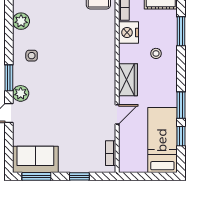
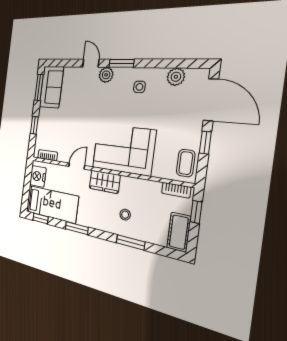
window: (181, 31) -> (130, 242), moved
nightstand: (129, 33) -> (38, 176), moved, turned -90
corner sofa: (93, 64) -> (123, 149), added
door: (117, 114) -> (77, 166), swing flipped
window: (181, 136) -> (40, 219), moved

